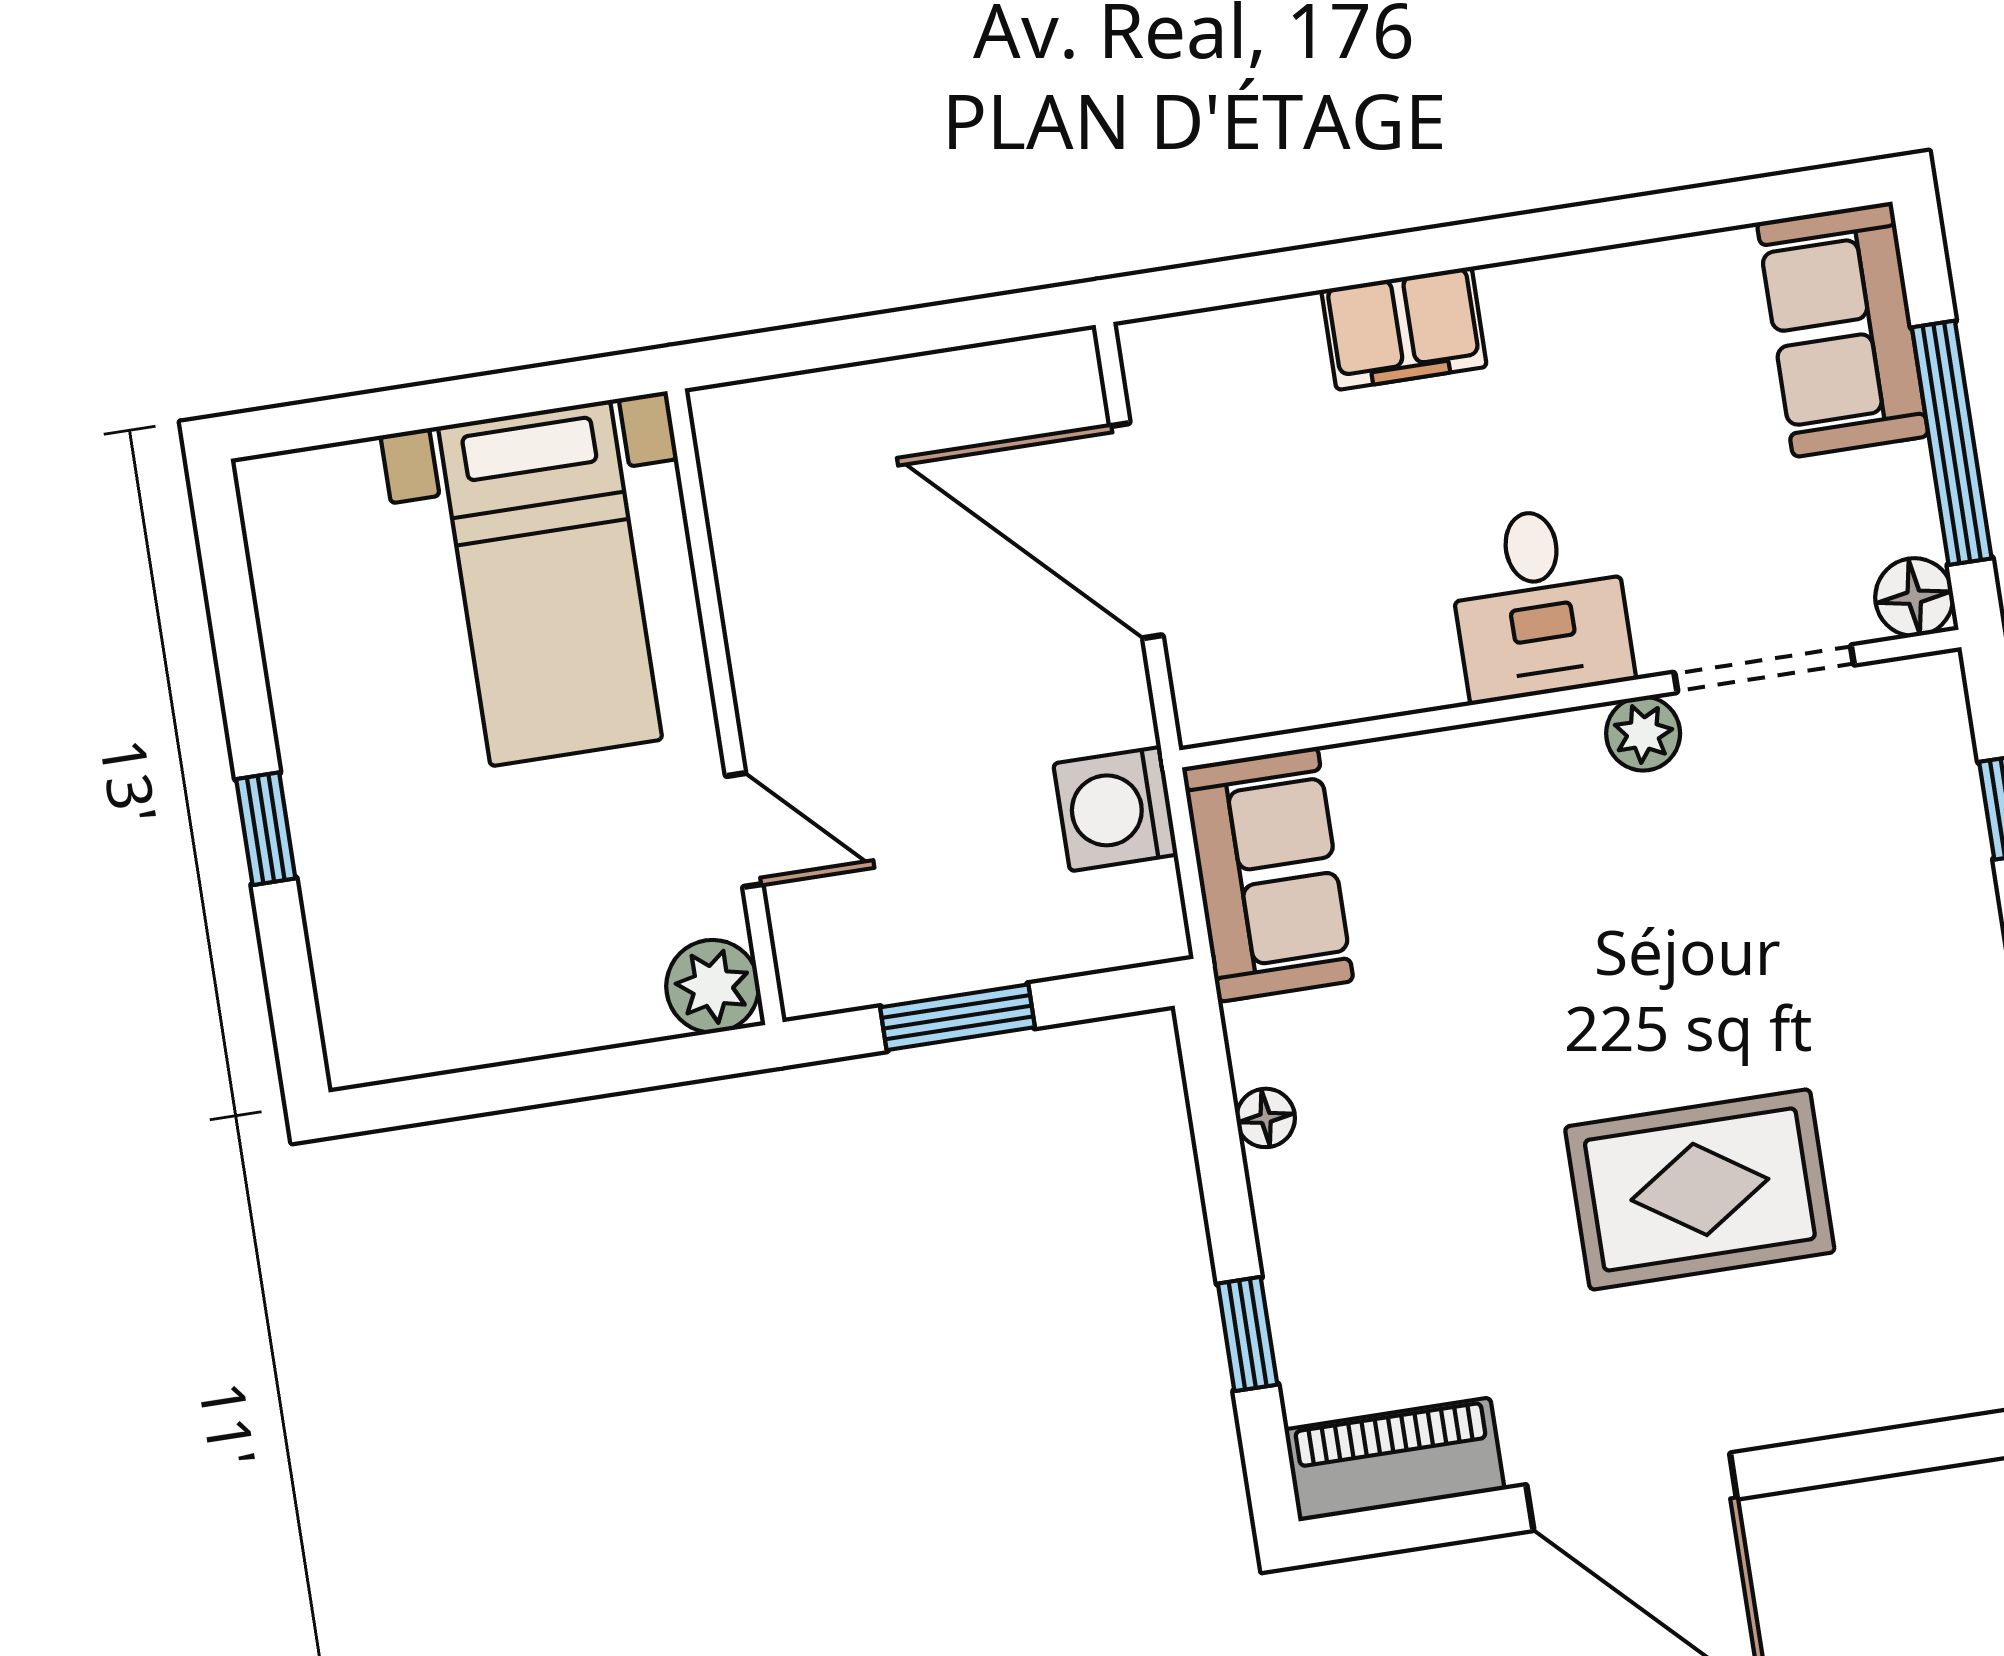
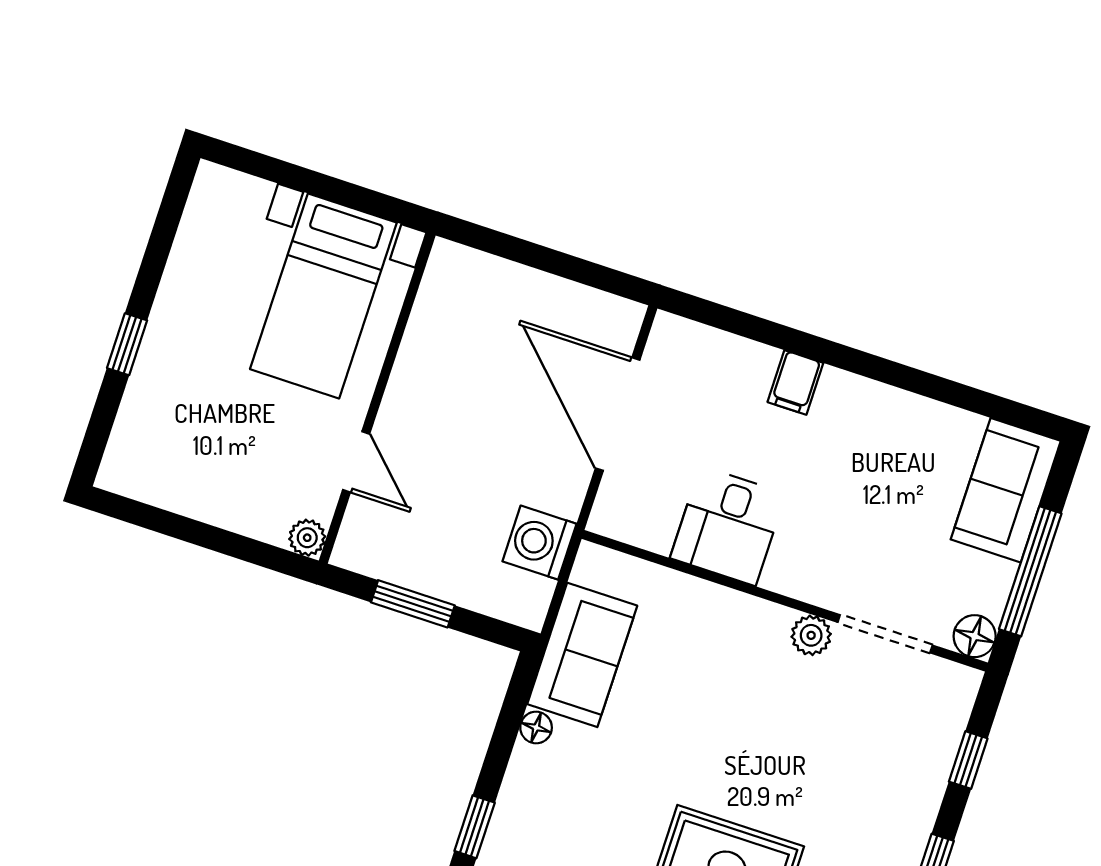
filing cabinet: (1404, 328) -> (795, 382), width x0.50
desk: (1540, 603) -> (728, 526), moved
sofa: (1268, 874) -> (582, 655), moved
plant: (713, 986) -> (307, 538), width x0.73, depth x0.73

